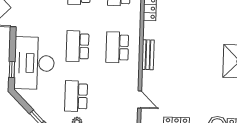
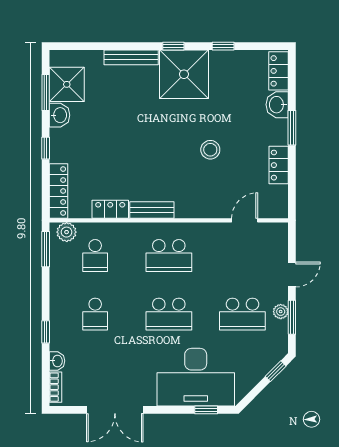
bench: (148, 55) -> (152, 210), moved
stool: (188, 78) -> (210, 150), added

